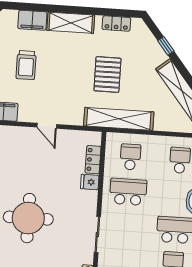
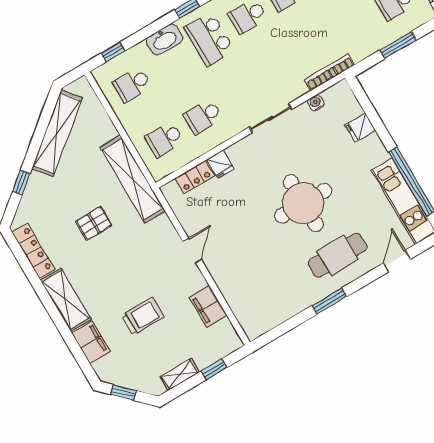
locker: (116, 23) -> (33, 251), width x1.53
pallet: (107, 74) -> (94, 223), width x0.67, depth x0.71
school desk: (128, 192) -> (203, 116), width x0.54

